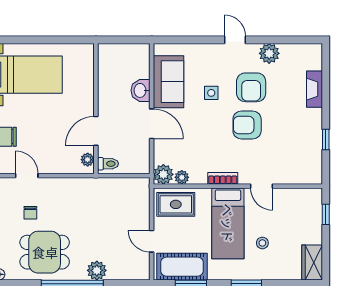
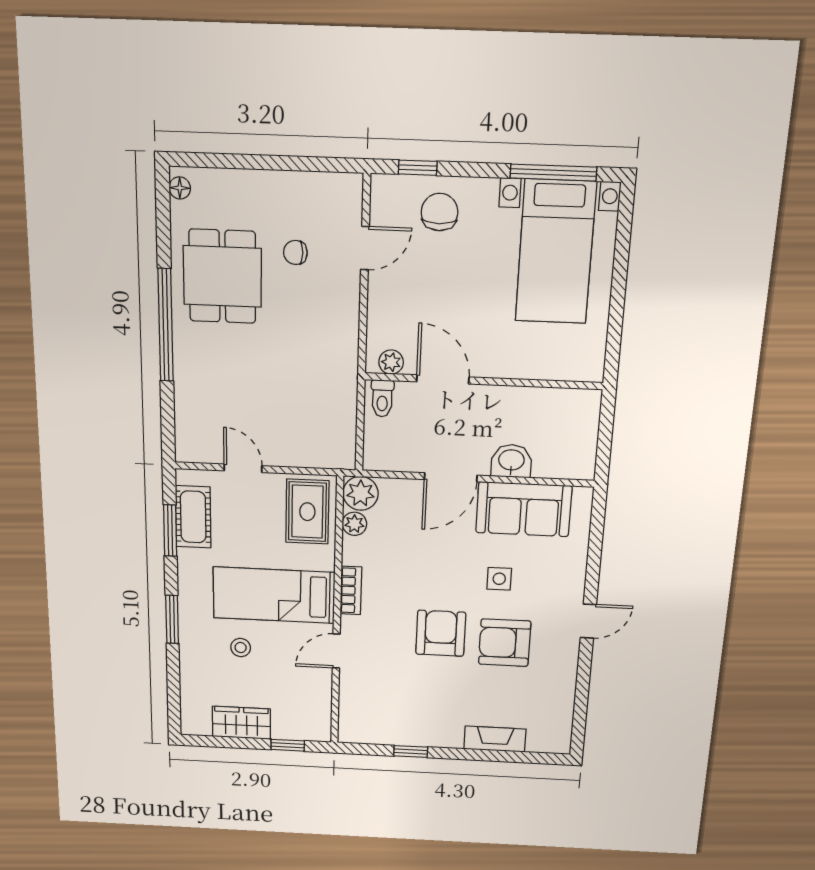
plant: (269, 53) -> (560, 674), removed
door: (152, 241) -> (243, 468), hinge flipped
wardrobe: (312, 262) -> (241, 723), moved
cot: (182, 267) -> (193, 517), width x0.73, depth x0.75
plant: (97, 270) -> (190, 371), removed

